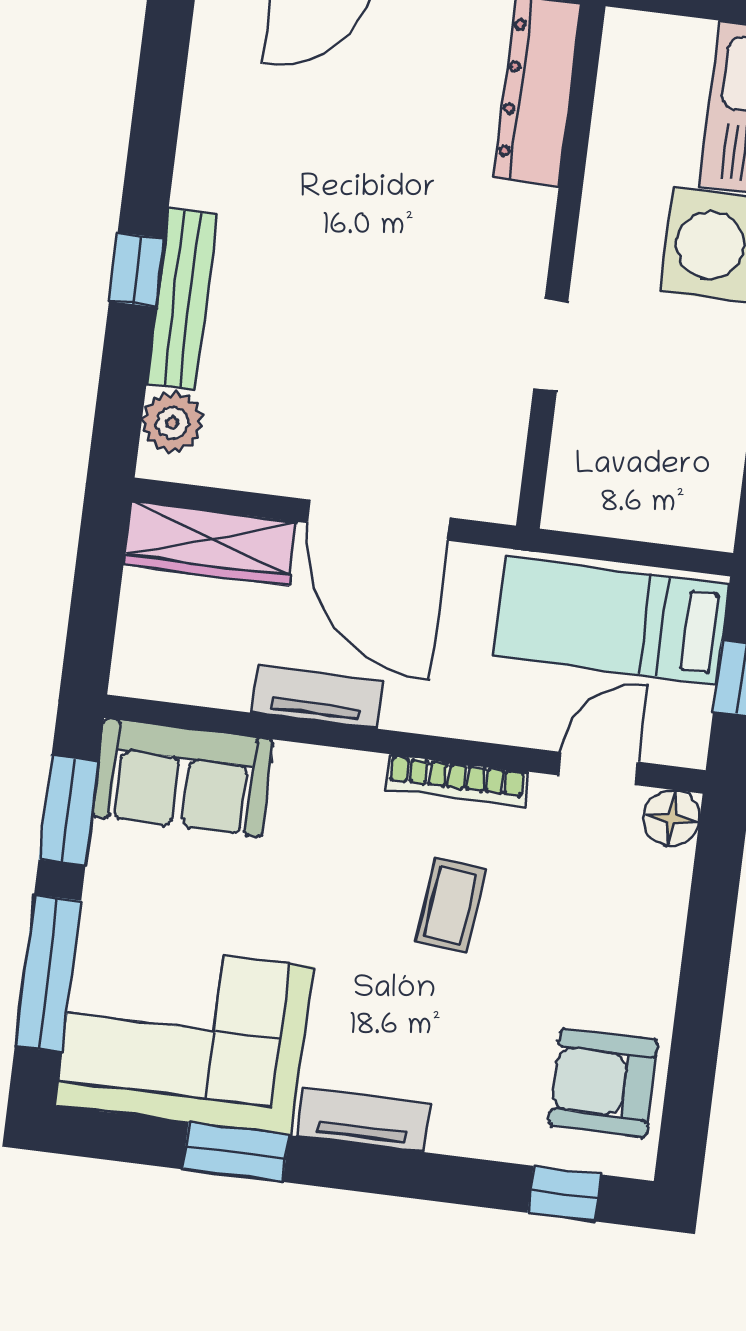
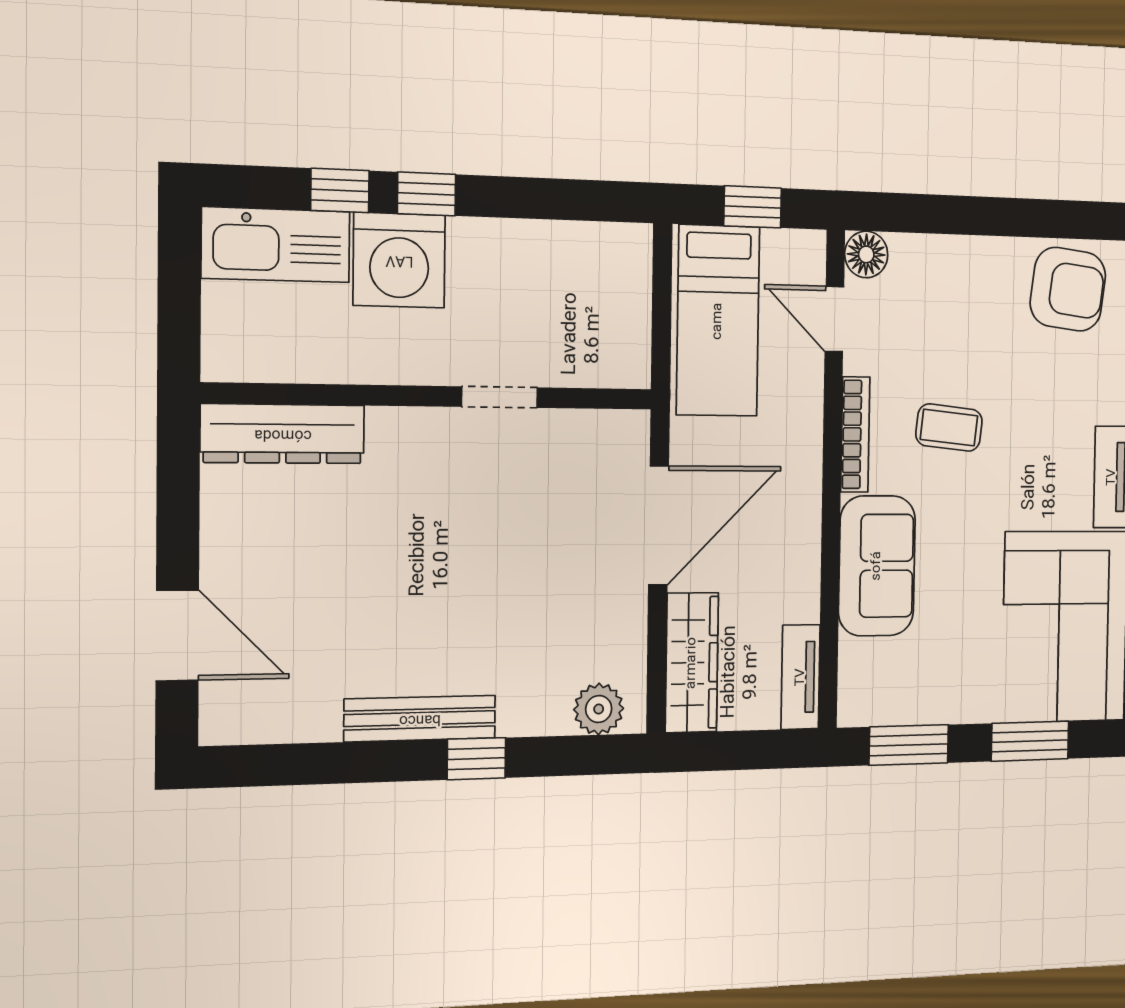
bench: (182, 299) -> (420, 719), moved
tv unit: (317, 697) -> (801, 677), moved
sofa: (183, 778) -> (877, 566), moved
window: (48, 973) -> (1030, 741), width x0.69
armchair: (603, 1083) -> (1068, 289), turned -83

